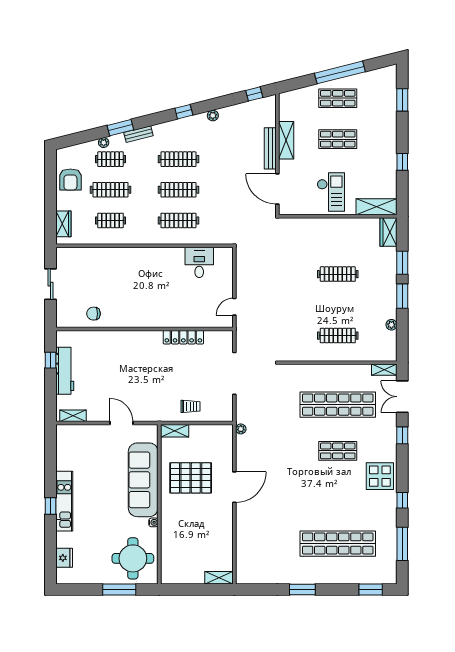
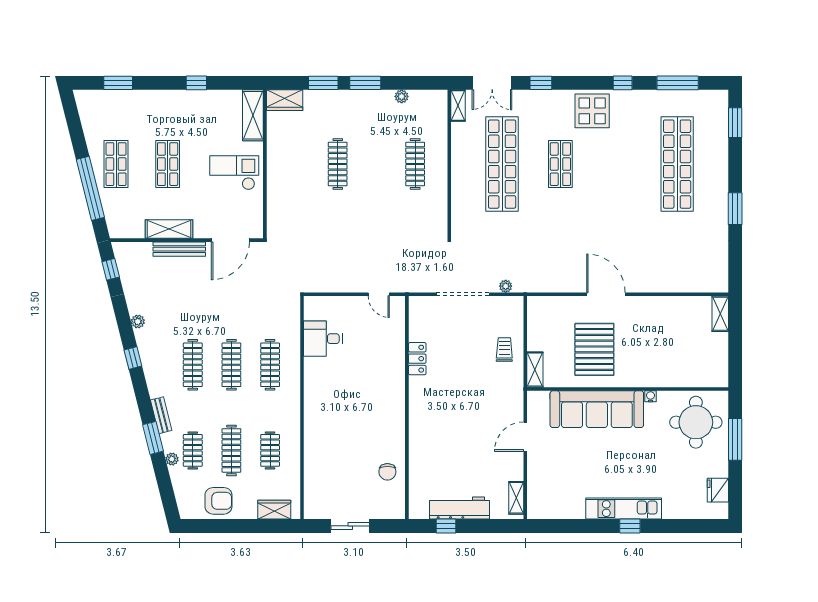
window: (340, 72) -> (90, 188), moved
locker: (183, 337) -> (417, 359), width x0.66
plant: (241, 429) -> (506, 286), moved
fridge: (64, 558) -> (718, 490), moved, turned -90

